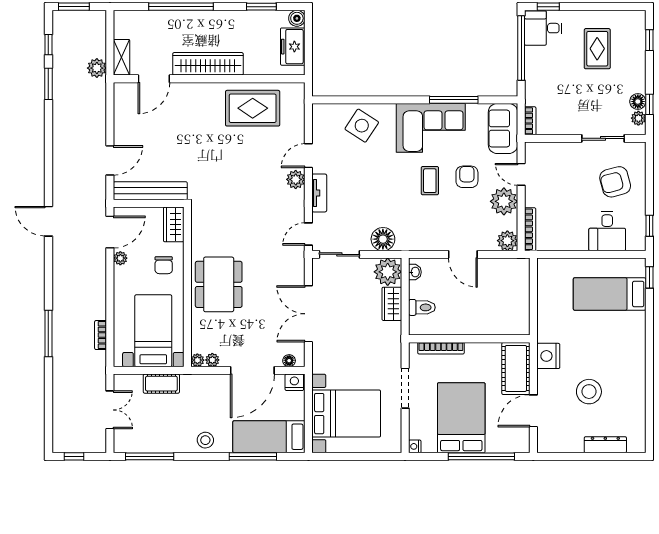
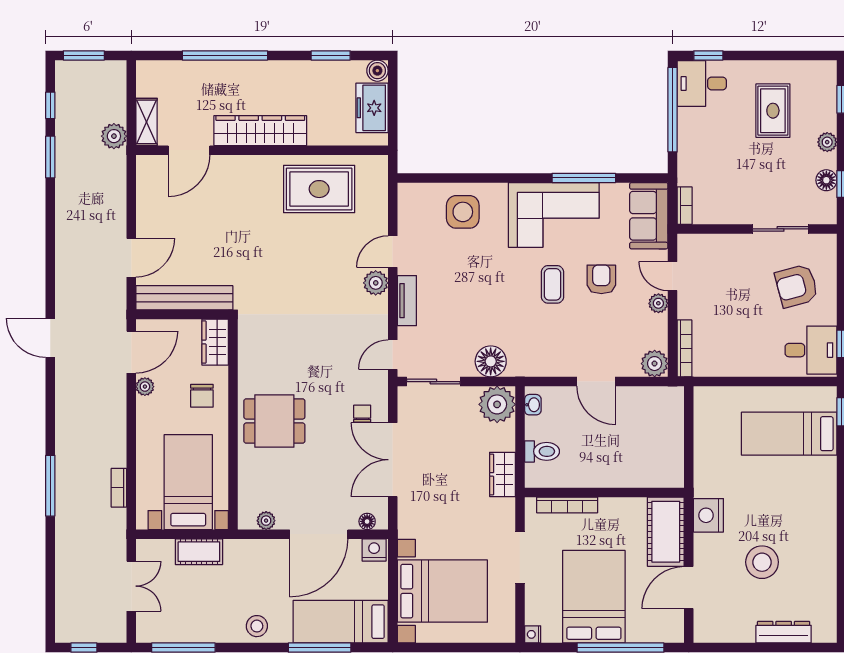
plant: (638, 118) -> (827, 142), moved
side table: (362, 126) -> (463, 212), turned -33
plant: (504, 201) -> (658, 303), width x0.53, depth x0.53
desk: (607, 231) -> (811, 350), moved, turned -90
chair: (285, 279) -> (362, 414), added
dining table: (219, 284) -> (274, 421), width x0.73
wardrobe: (392, 304) -> (502, 474), moved
plant: (197, 360) -> (246, 521), removed

